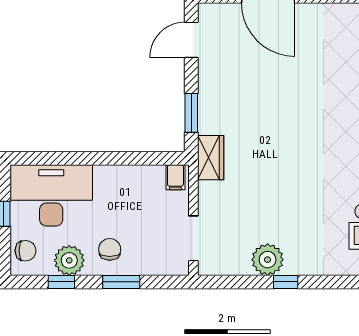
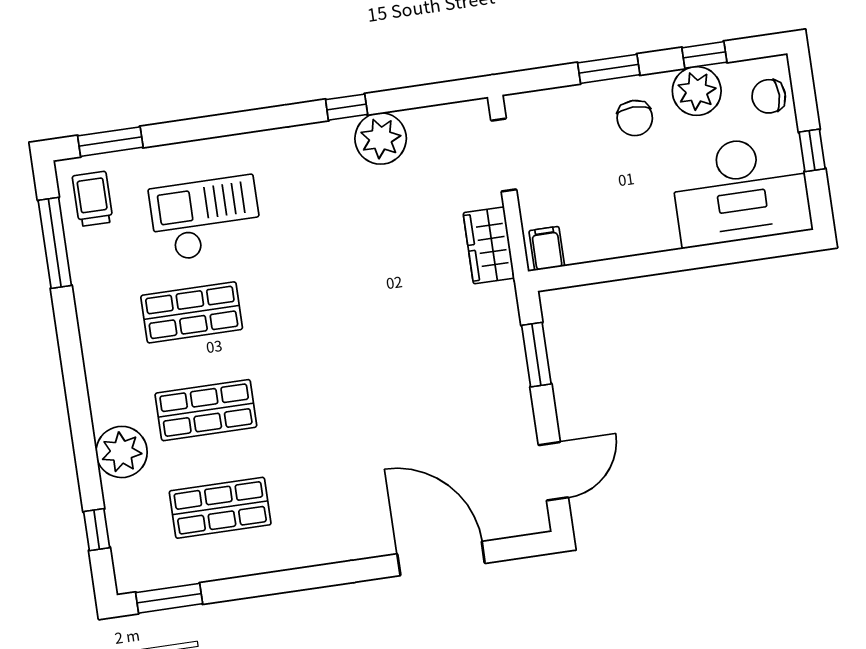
wardrobe: (211, 158) -> (489, 245), moved

